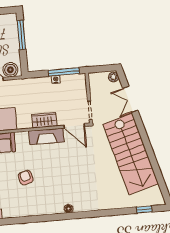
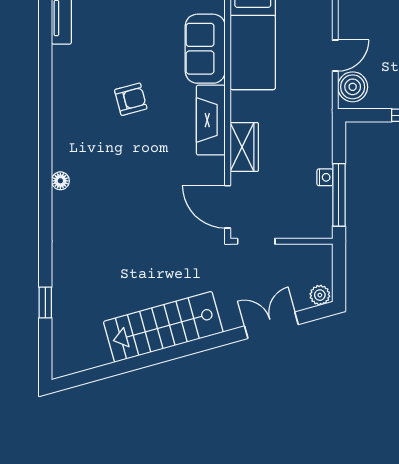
door: (74, 126) -> (228, 207), hinge flipped
fireplace: (46, 136) -> (211, 120), moved
stairs: (131, 154) -> (163, 327), width x0.73, depth x0.66
window: (144, 210) -> (45, 302), moved

